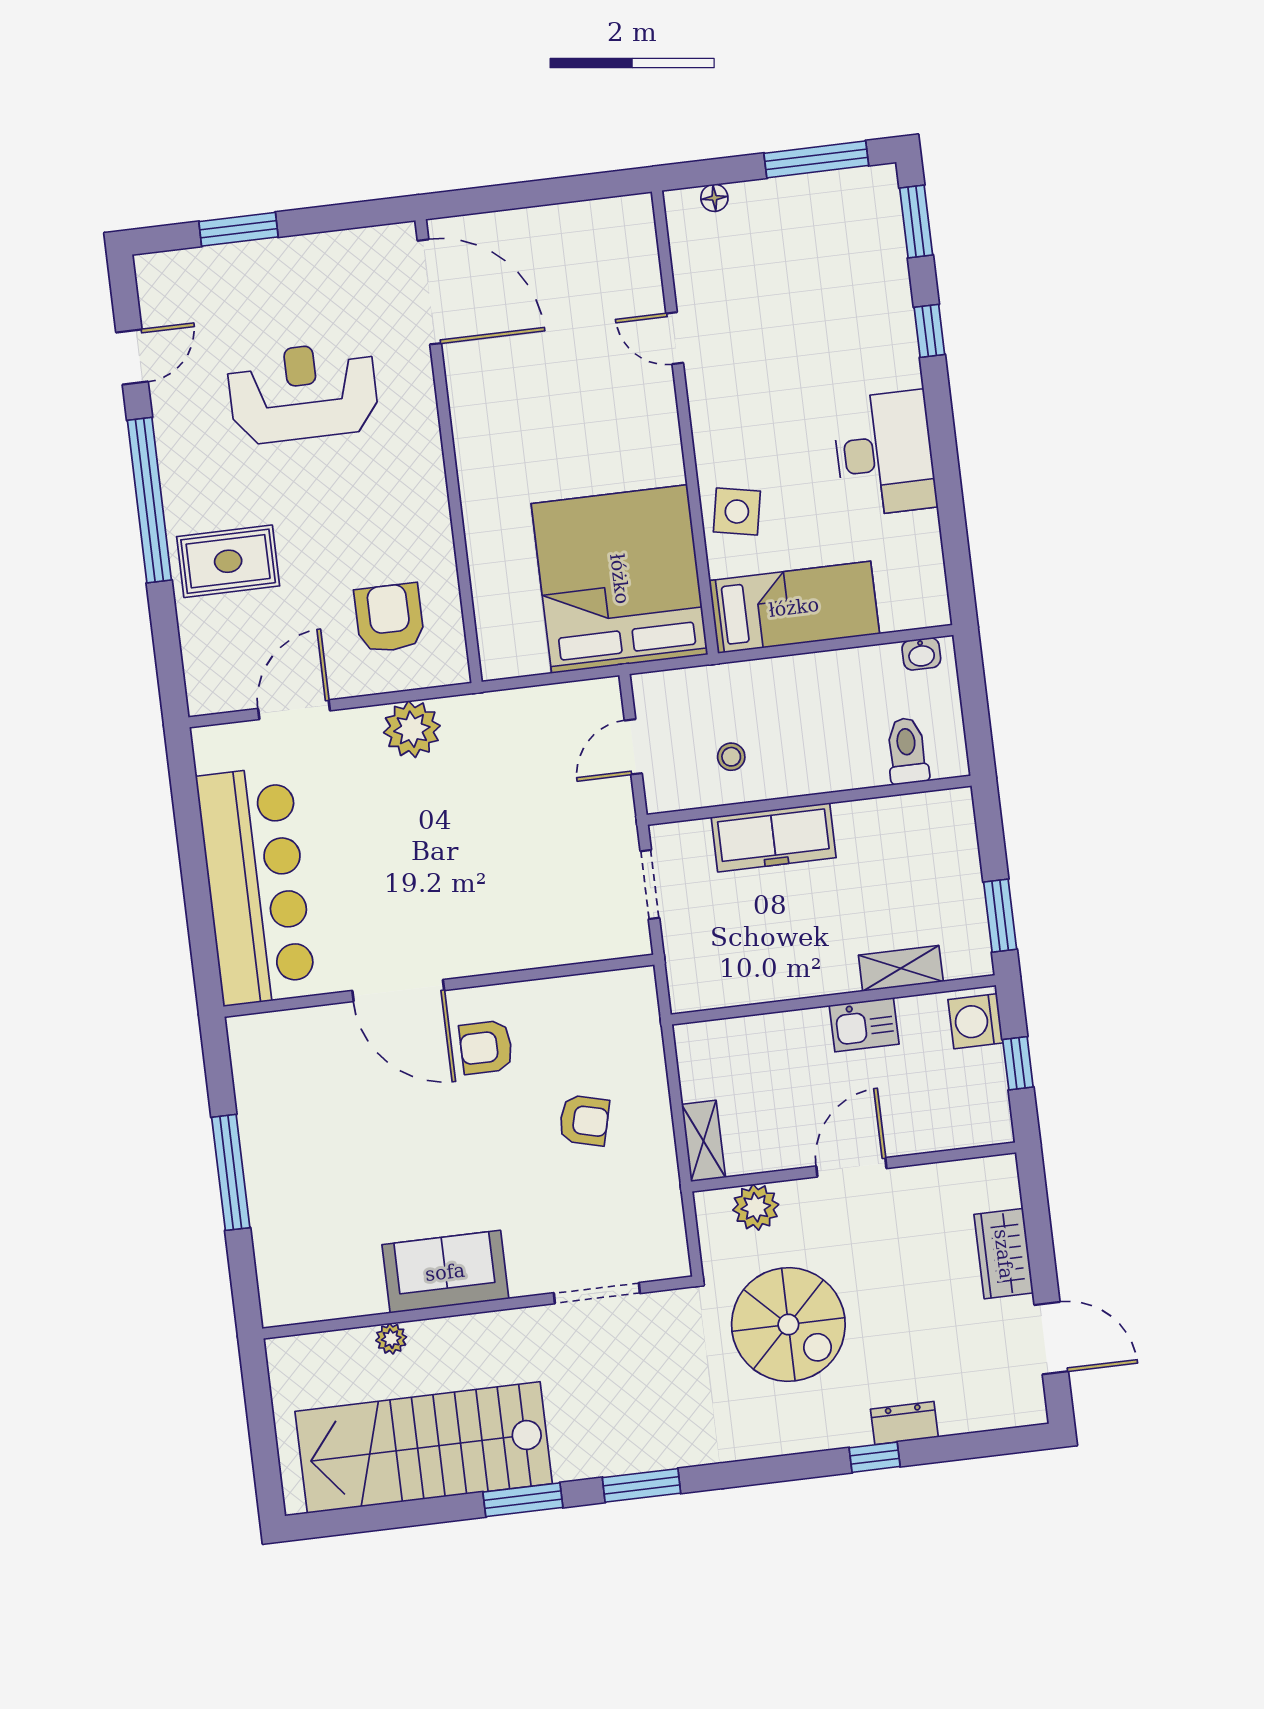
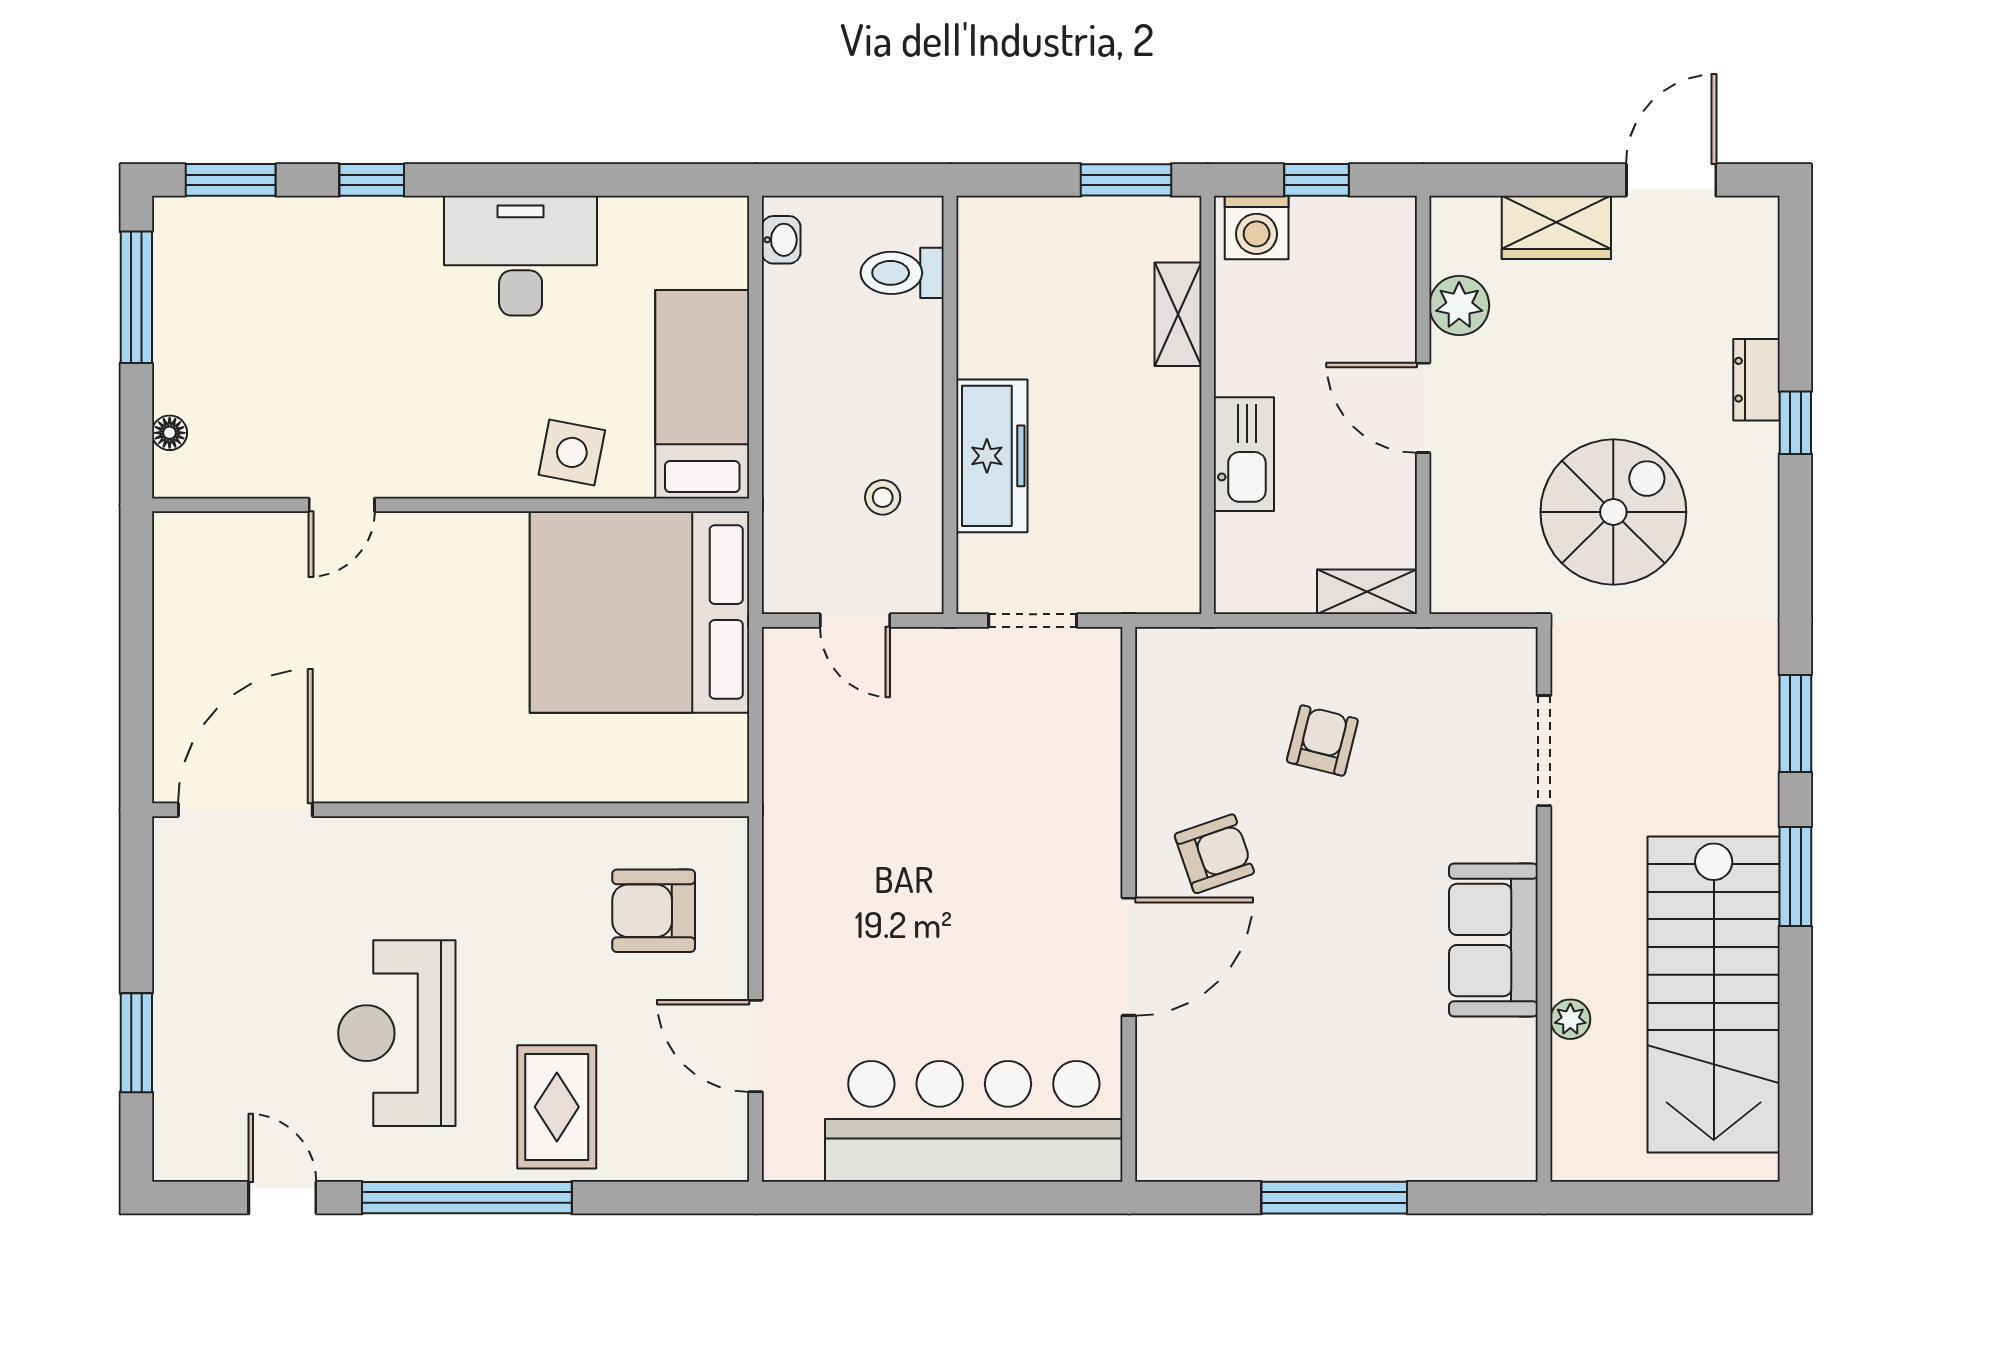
reception desk: (303, 392) -> (397, 1033), moved
plant: (412, 729) -> (799, 899), removed
kitchen sink: (864, 1025) -> (1244, 454), moved, width x1.38
armchair: (486, 1047) -> (1214, 854), turned -109
plant: (756, 1207) -> (1459, 305), moved

